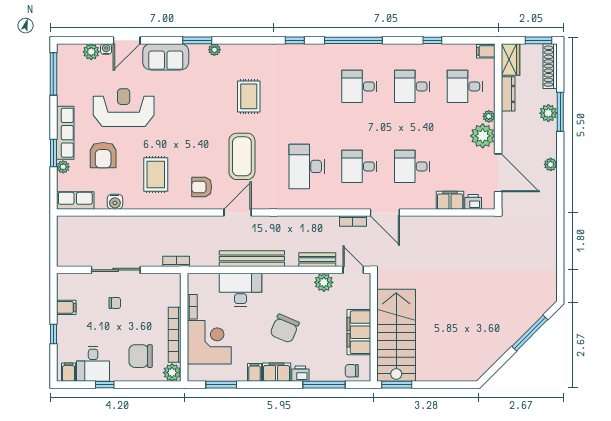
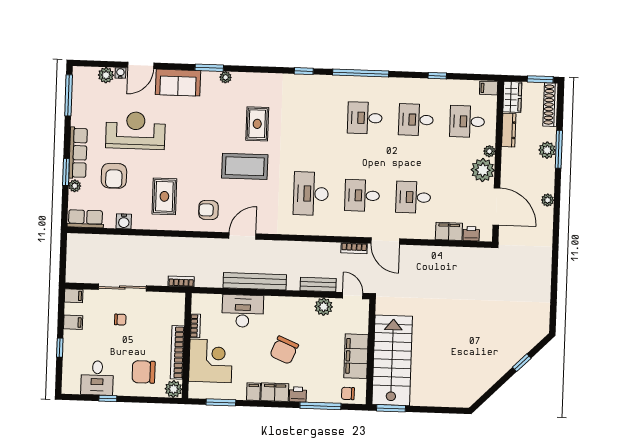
coffee table: (242, 156) -> (245, 166), moved, turned 90
window: (530, 333) -> (522, 363), width x0.46
filing cabinet: (68, 372) -> (74, 296), moved, turned 90

